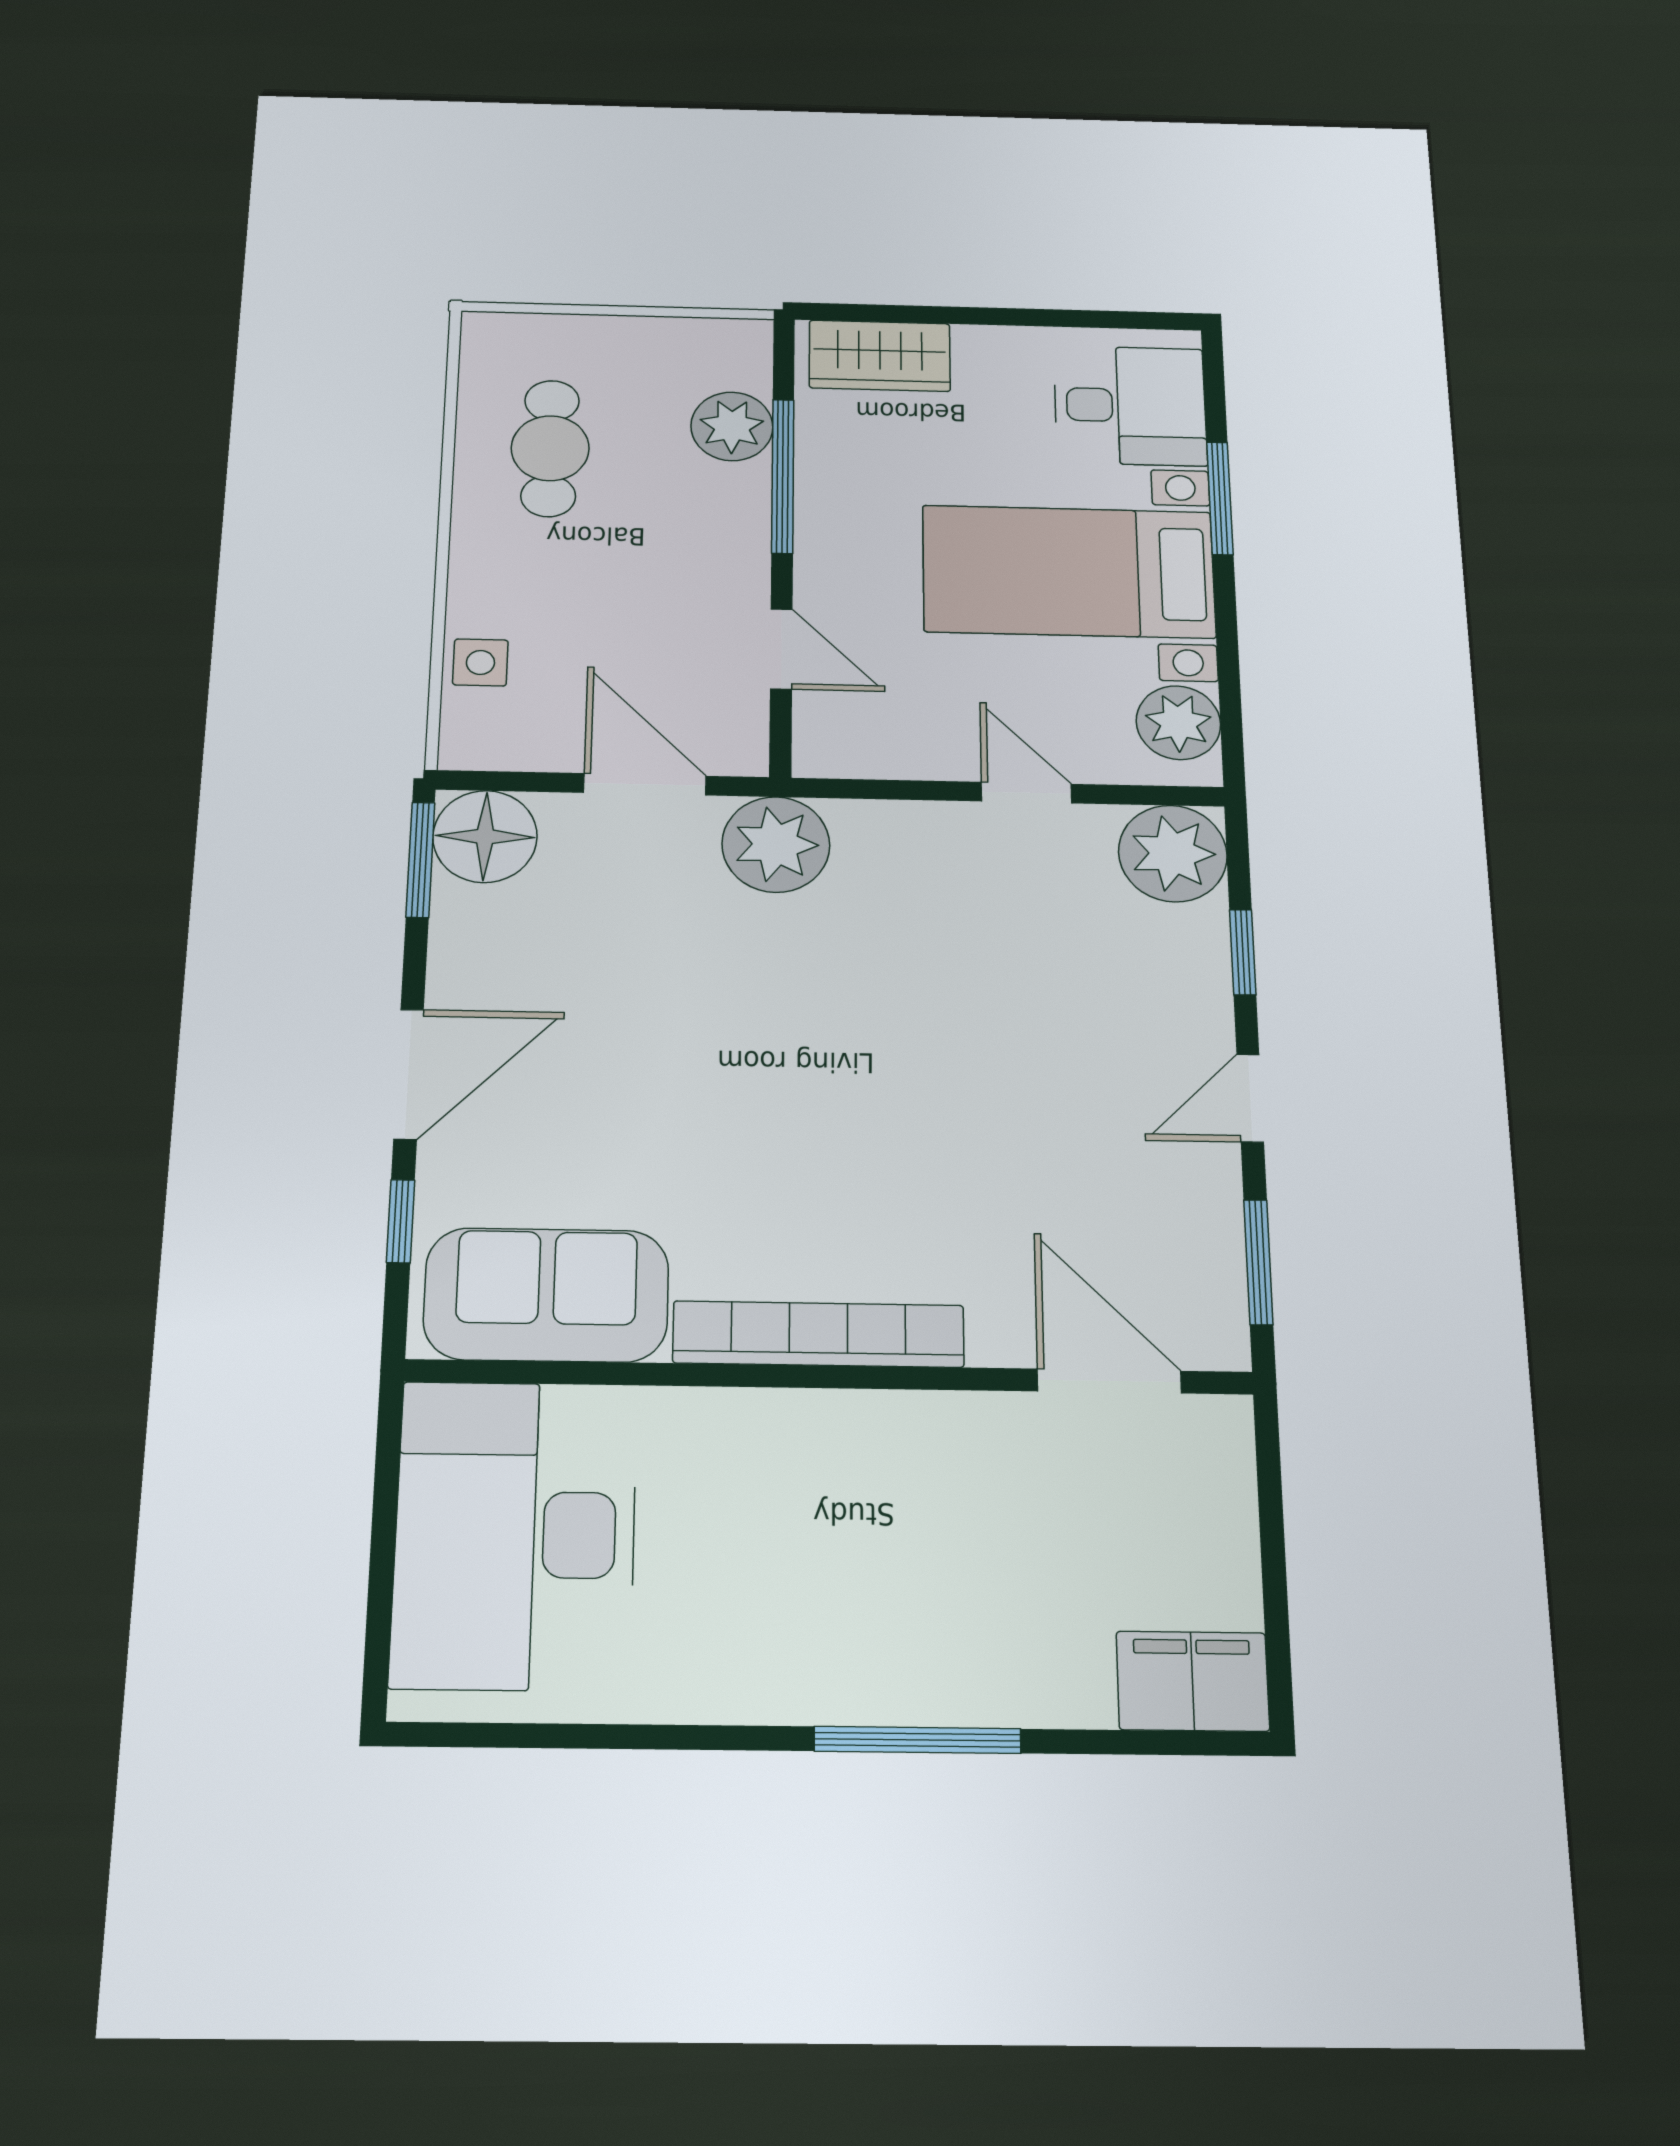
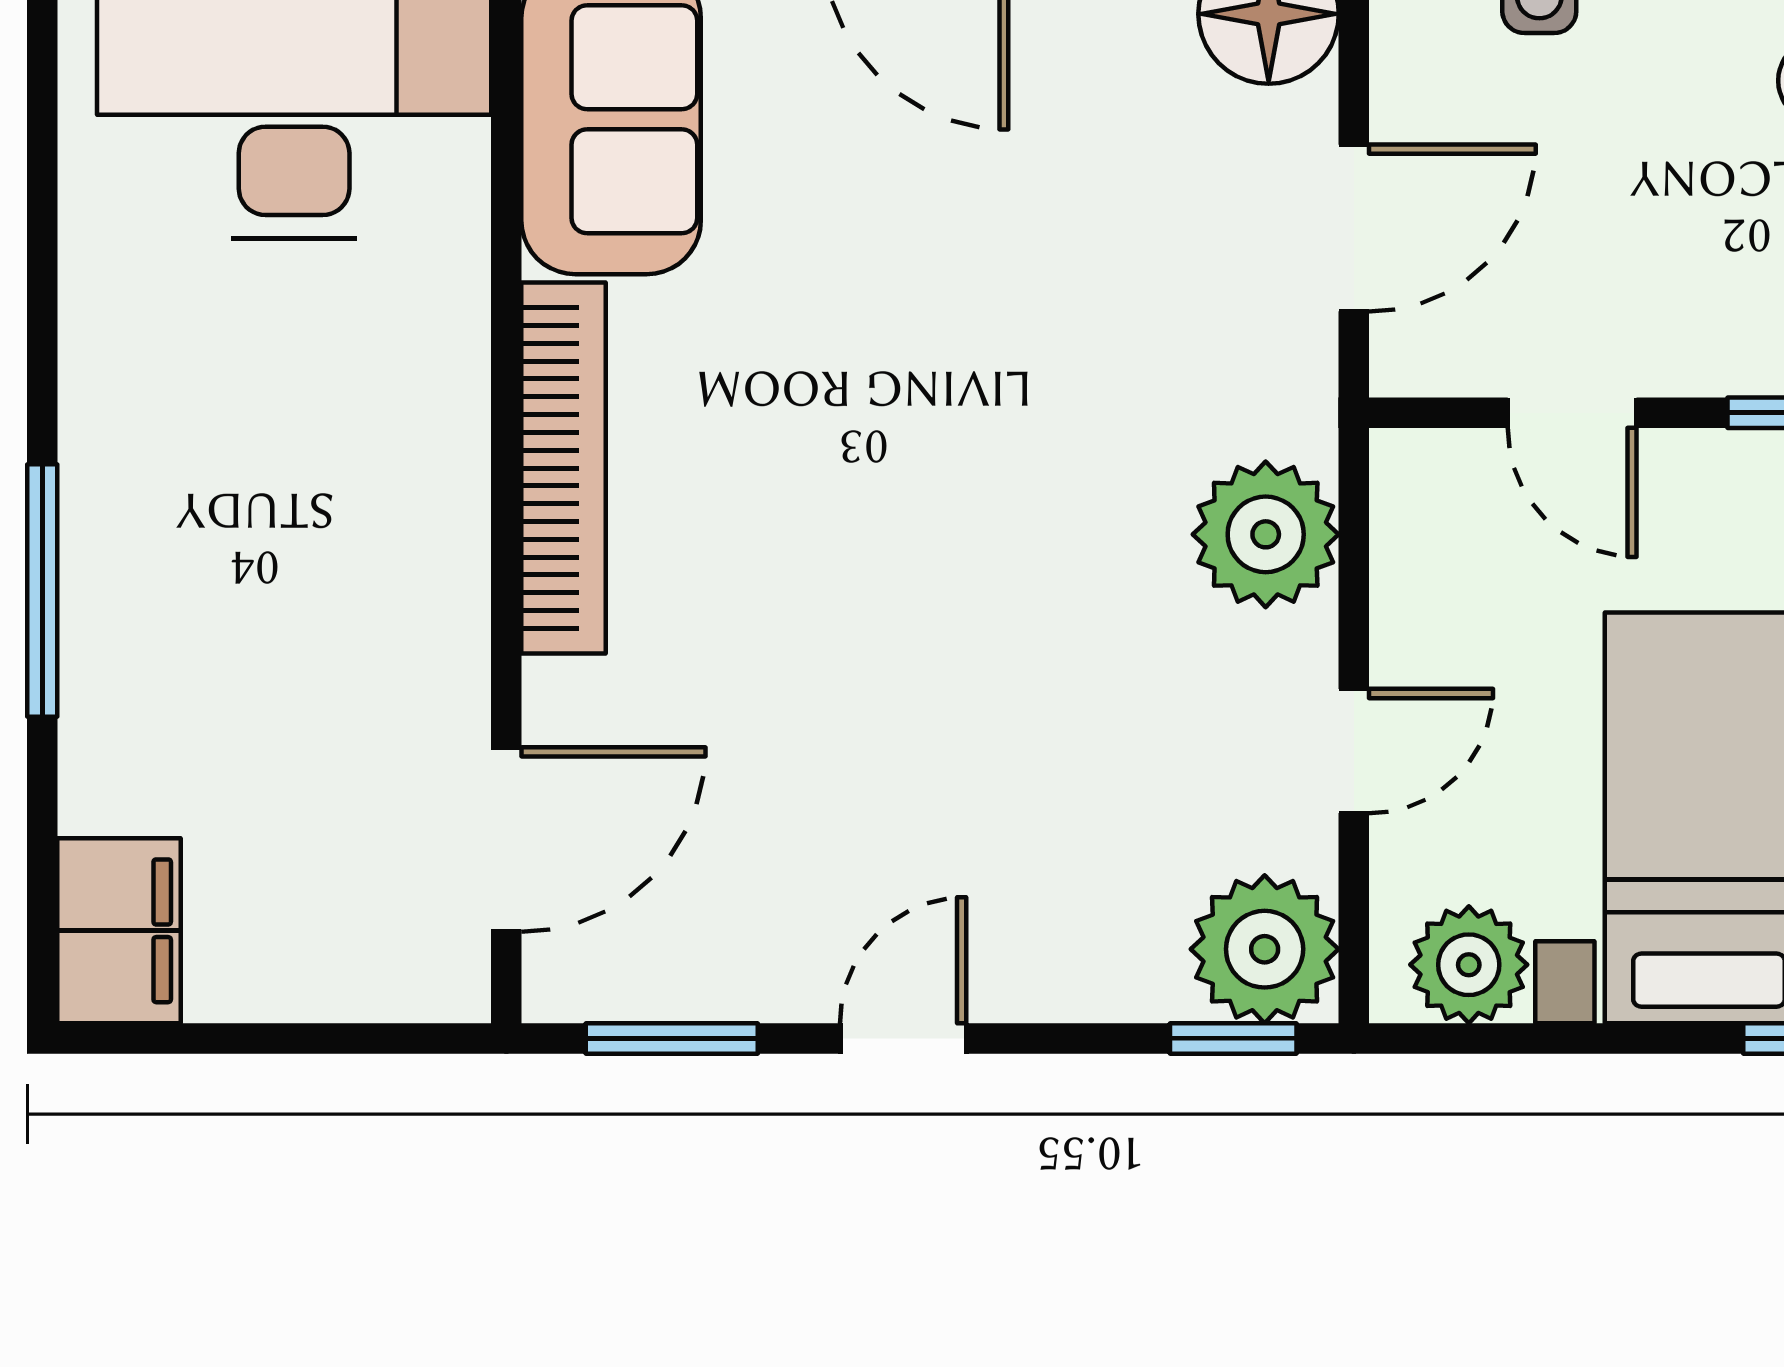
door: (781, 649) -> (1572, 413), hinge flipped
plant: (776, 844) -> (1266, 534), moved
window: (1243, 952) -> (1233, 1038), moved
door: (1250, 1098) -> (903, 1038), hinge flipped

